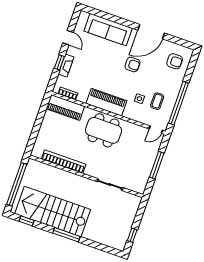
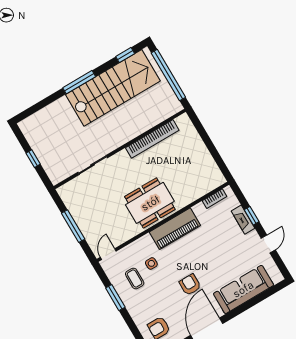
door: (68, 38) -> (268, 244), swing flipped
armchair: (133, 64) -> (190, 285), turned 90
window: (178, 103) -> (115, 298), width x0.47
piano: (65, 107) -> (203, 185), removed
window: (132, 235) -> (33, 159), moved

